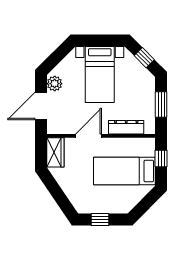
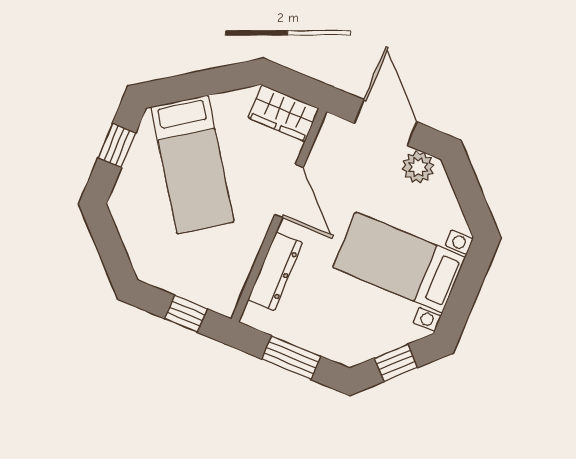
bed: (124, 171) -> (192, 164), moved, turned 146

